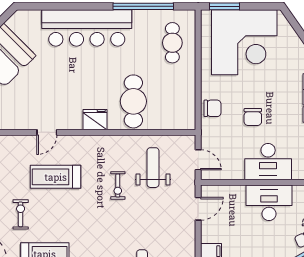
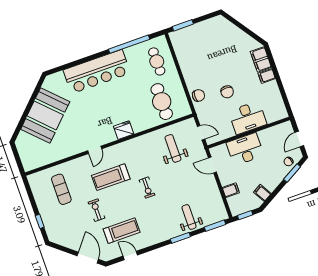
corner desk: (244, 42) -> (204, 44), removed
cafe table: (133, 101) -> (162, 102), moved
exercise bike: (118, 186) -> (147, 188), moved
desk: (269, 203) -> (245, 149), moved
door: (198, 209) -> (212, 165), swing flipped

